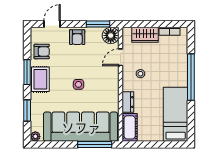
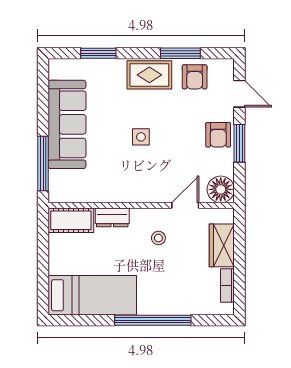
window: (98, 24) -> (239, 143), moved
armchair: (77, 37) -> (218, 135), turned -90
door: (120, 57) -> (185, 205), hinge flipped
window: (27, 72) -> (180, 53), moved
sofa: (81, 127) -> (67, 124), width x0.74, depth x0.79
plant: (35, 136) -> (56, 67), removed

